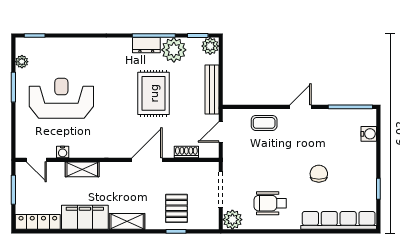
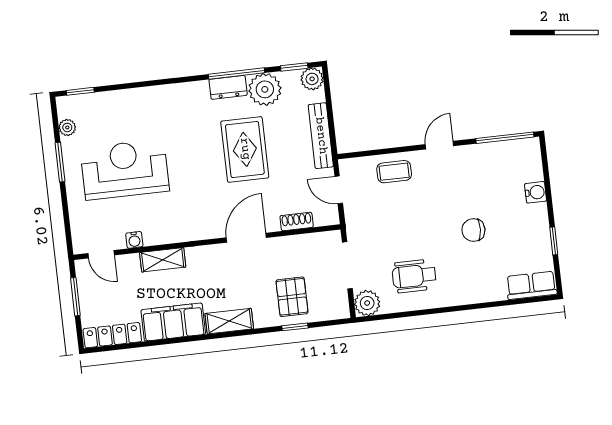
door: (221, 132) -> (339, 190), hinge flipped
water cooler: (369, 134) -> (536, 192), moved
chair: (319, 174) -> (473, 230), turned -87
row of seats: (339, 220) -> (531, 285), width x0.50

